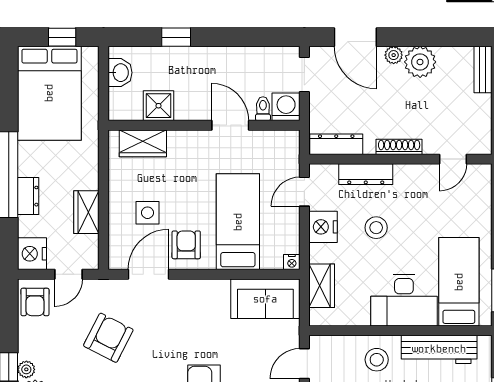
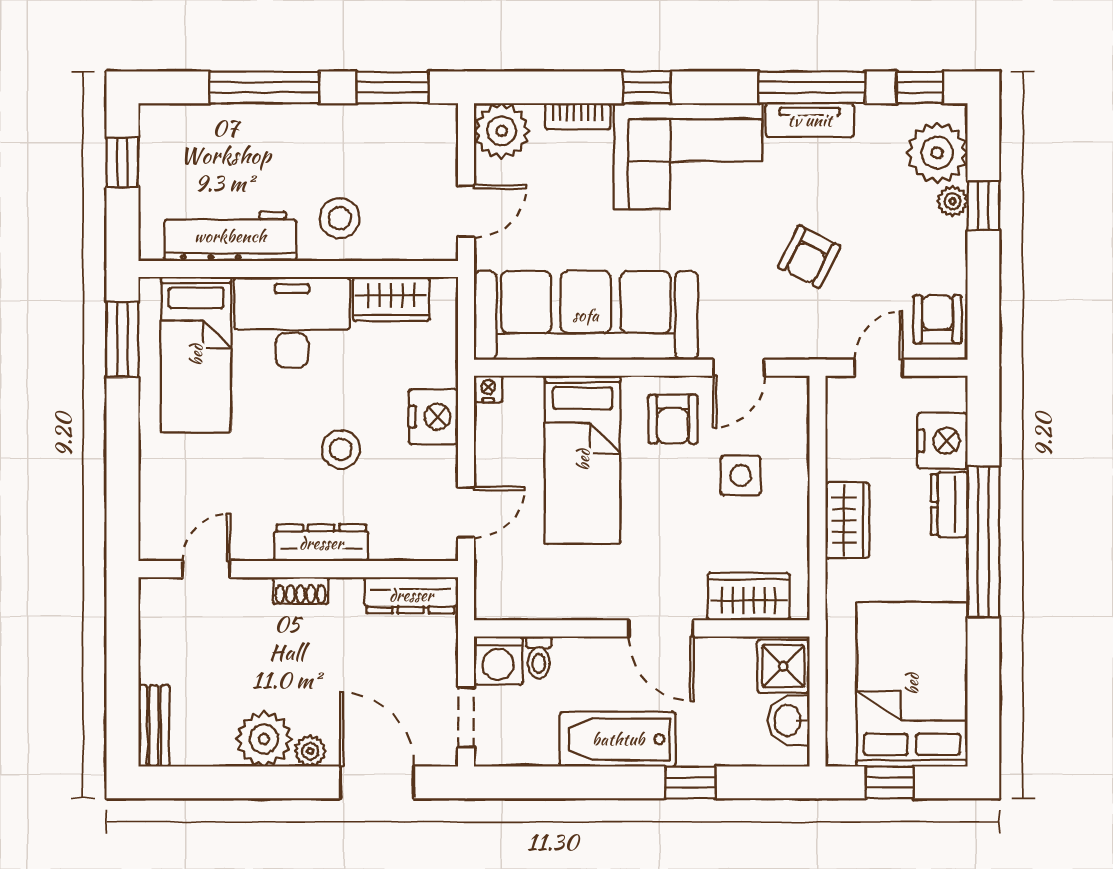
bathtub: (218, 62) -> (618, 739), added
shower: (158, 106) -> (783, 666), moved
door: (230, 125) -> (661, 628), moved
shoe rack: (399, 147) -> (301, 591), width x0.70
dresser: (366, 174) -> (321, 543), moved
wardrobe: (86, 212) -> (847, 520), moved
nightstand: (323, 227) -> (433, 417), moved
nightstand: (32, 254) -> (942, 441), moved
door: (149, 274) -> (739, 368), width x0.73
wardrobe: (322, 286) -> (391, 299), moved, turned -90
sofa: (265, 299) -> (586, 315), width x1.85, depth x1.27
armchair: (108, 338) -> (809, 257), width x0.72, depth x0.72

